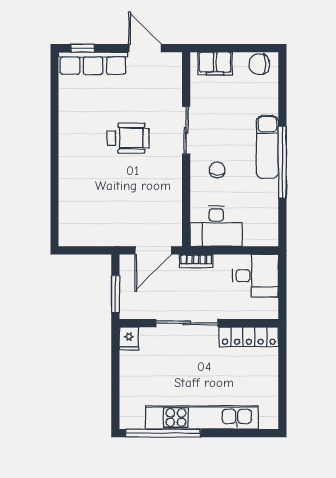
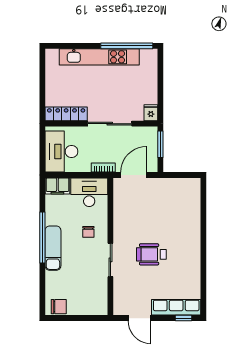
filing cabinet: (215, 64) -> (57, 186), moved, turned 180
desk: (255, 276) -> (61, 151), width x1.37

